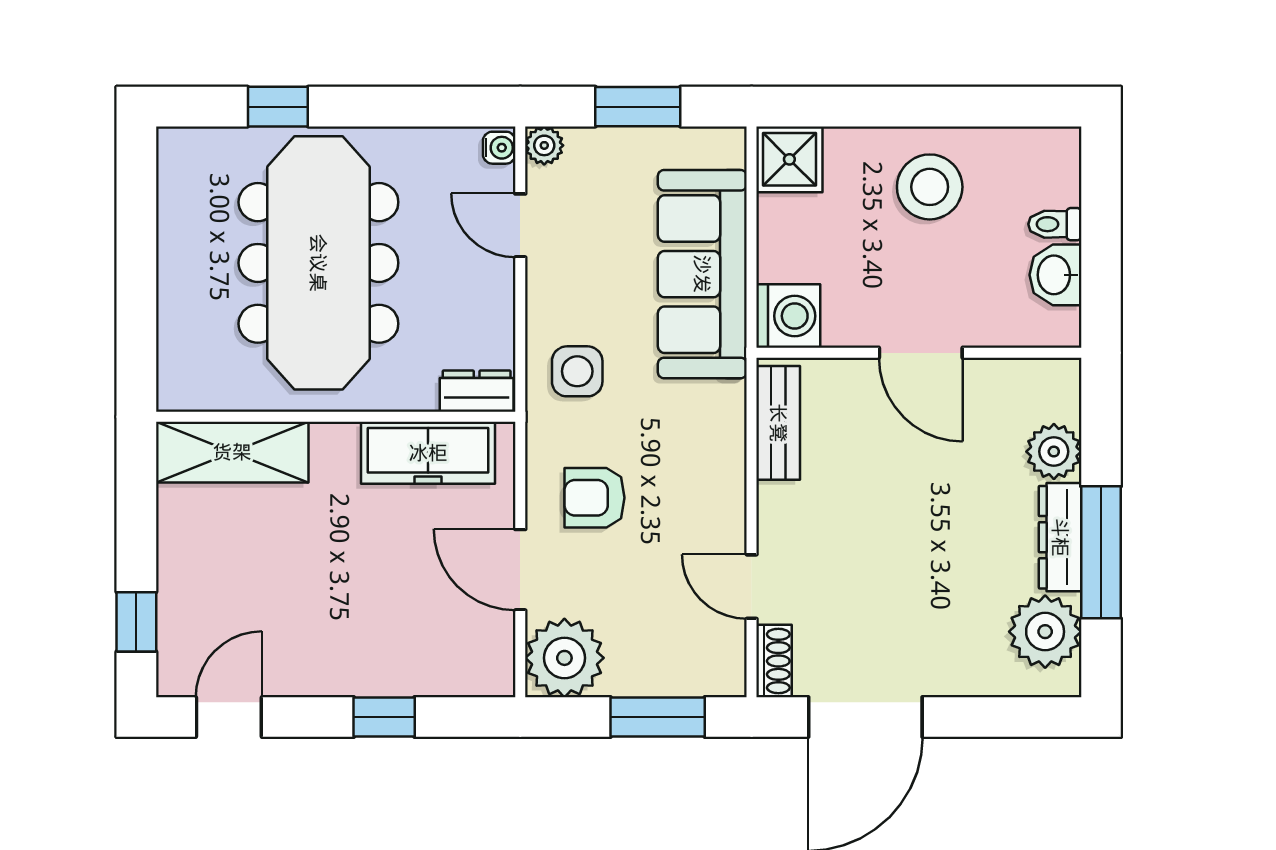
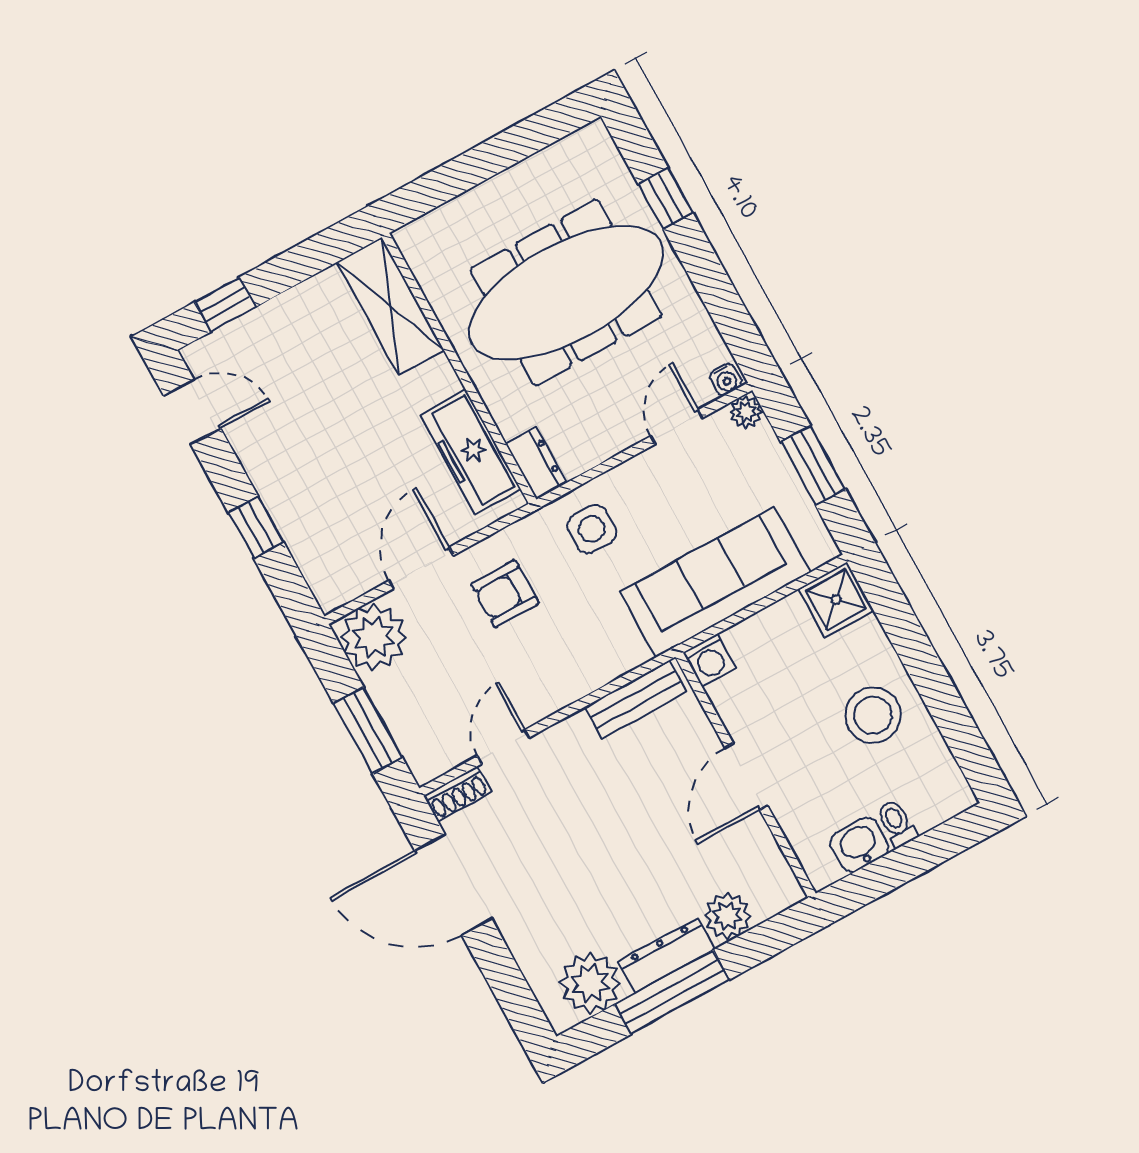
washing machine: (788, 316) -> (709, 660), width x0.73, depth x0.73
armchair: (595, 498) -> (505, 594), turned -90

